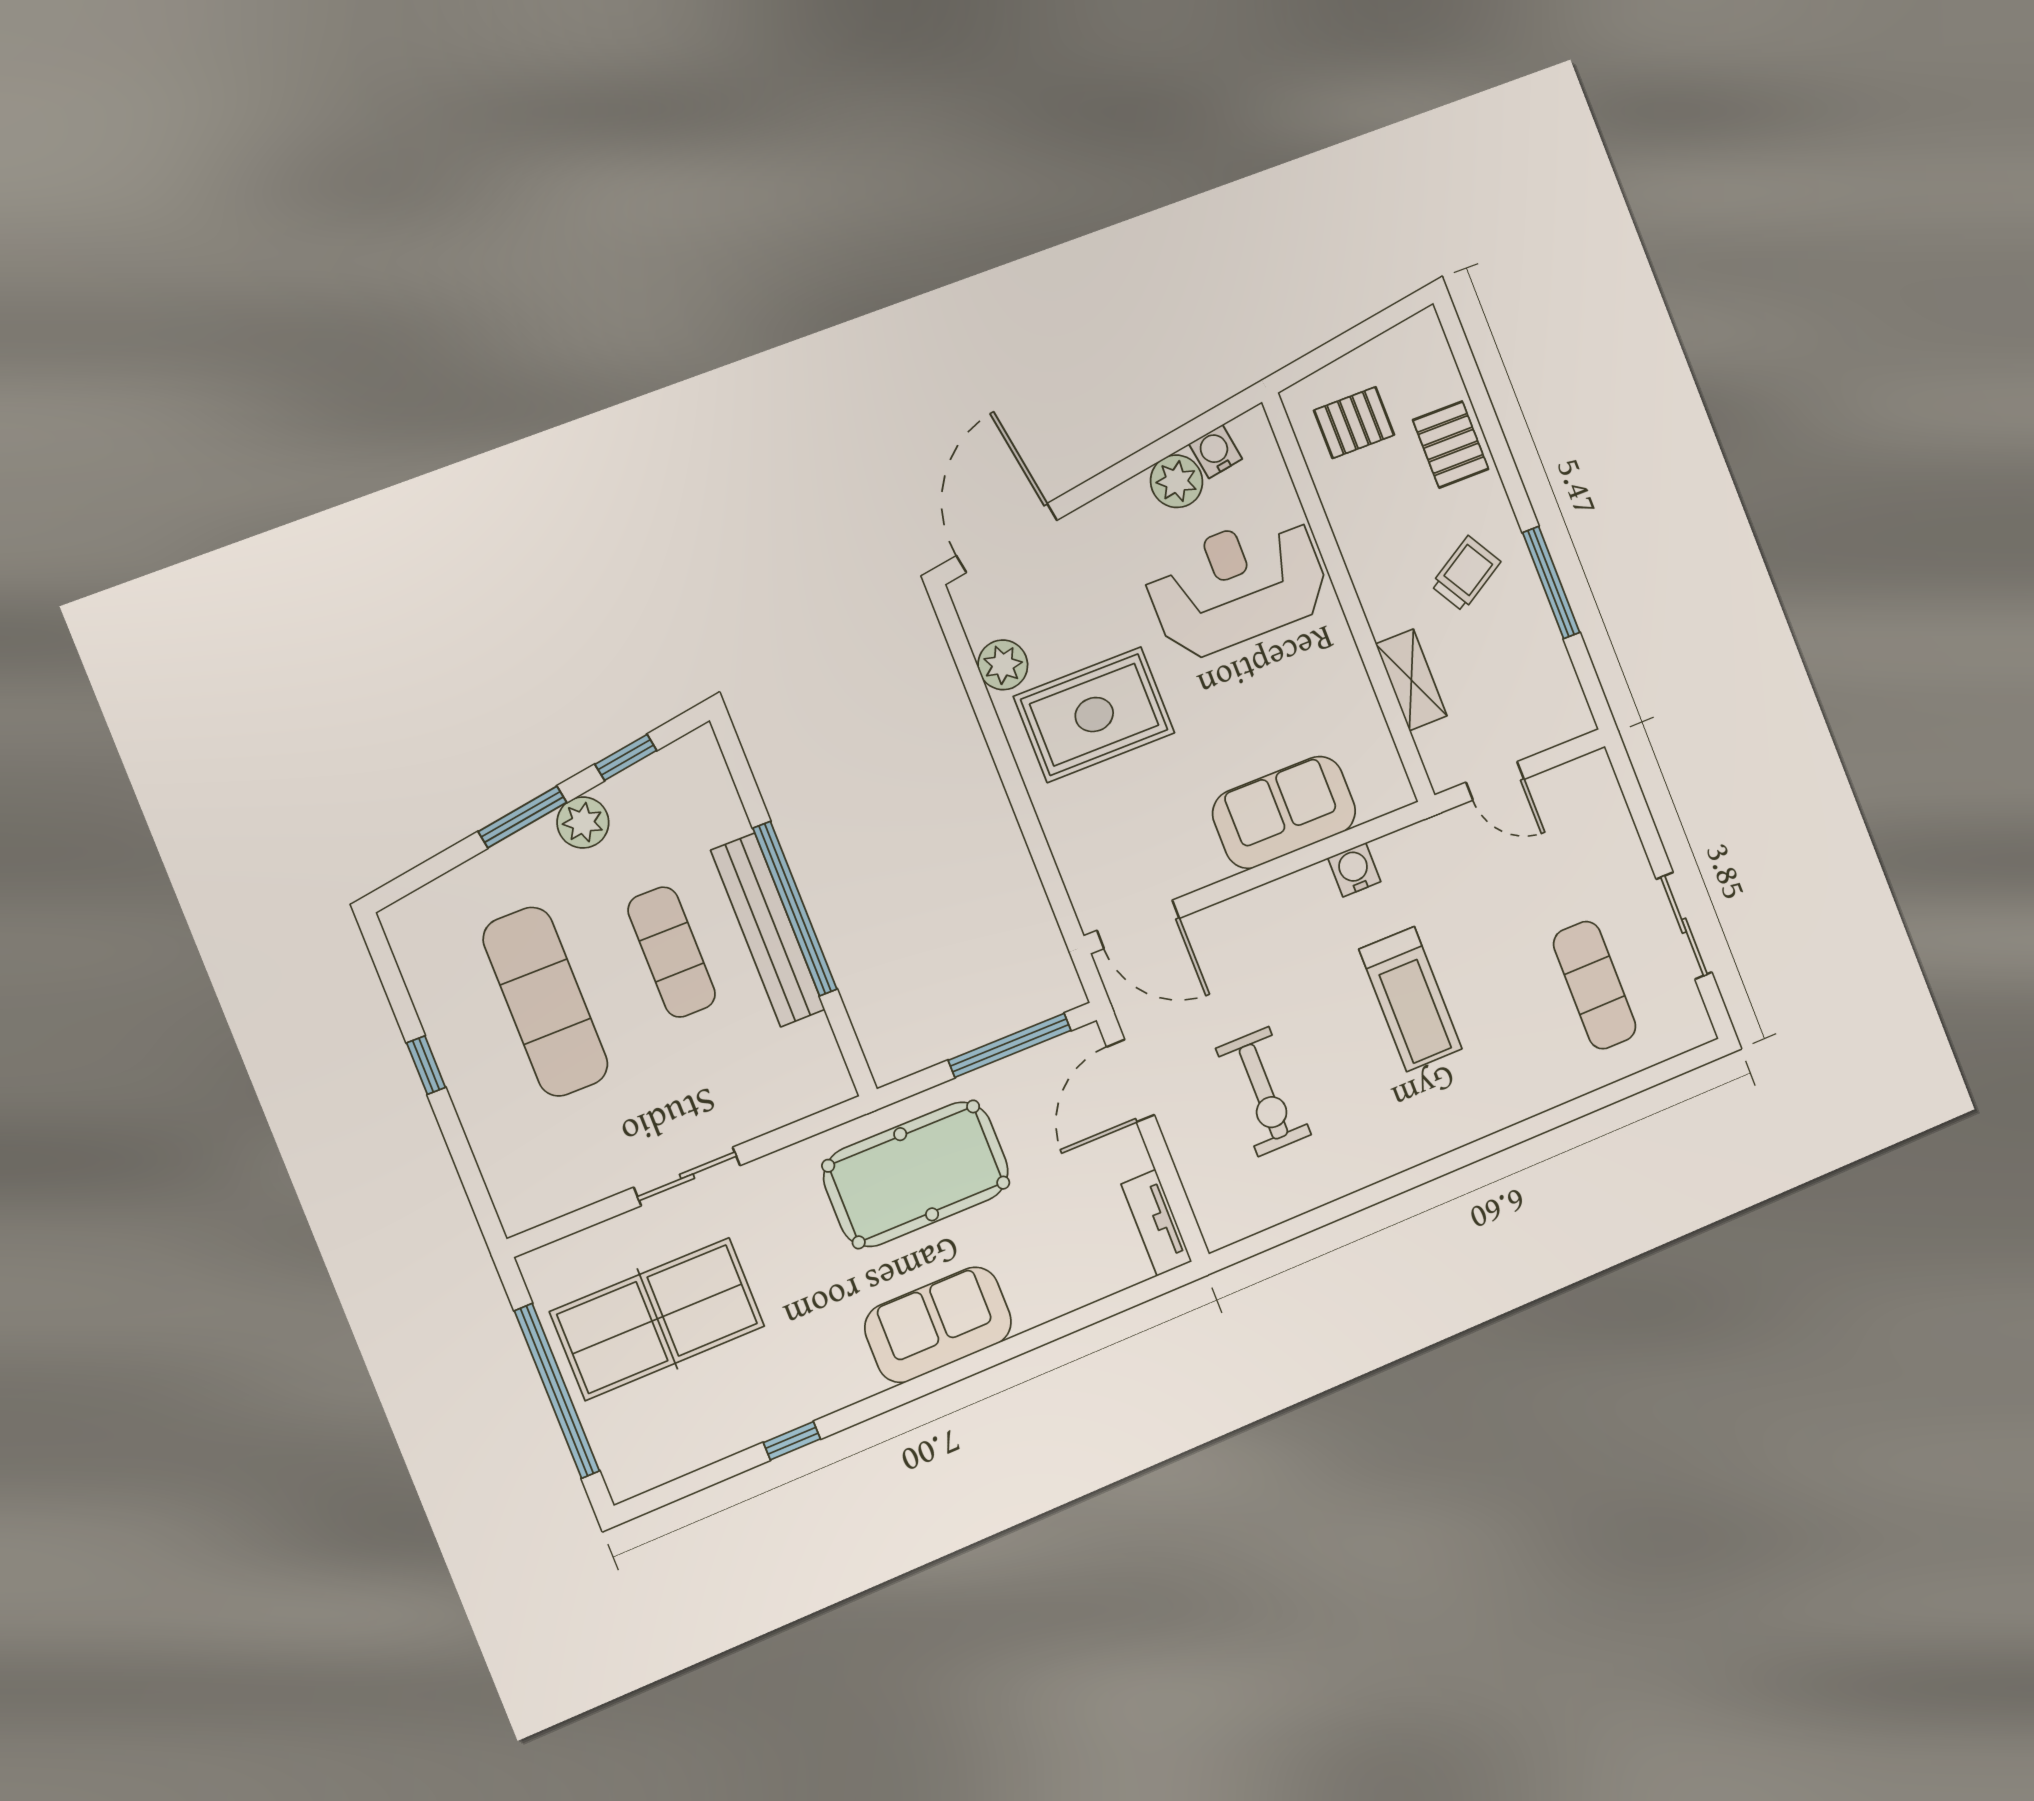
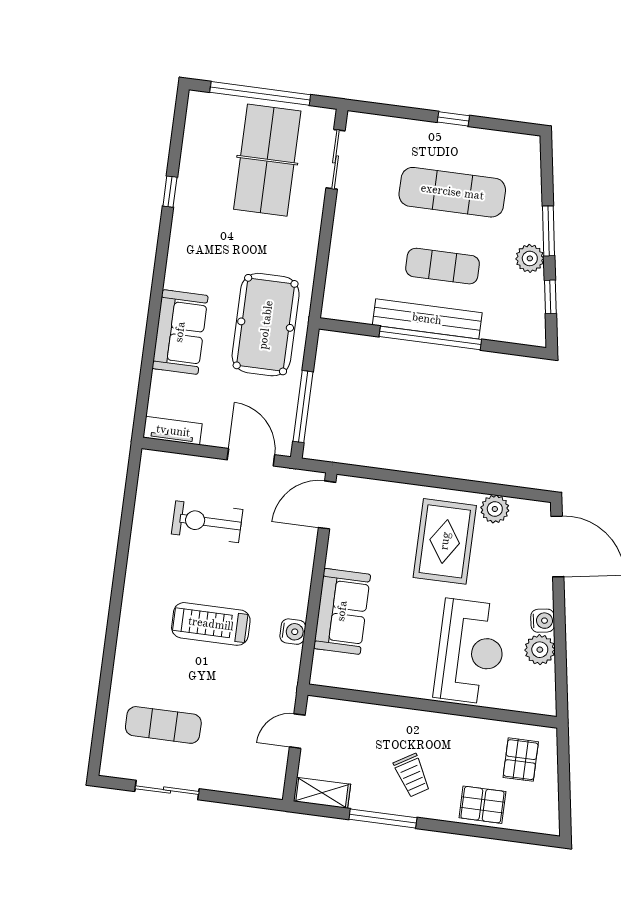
water cooler: (1216, 451) -> (543, 621), moved
shelving: (1411, 680) -> (322, 793), moved
sliding door: (687, 1176) -> (336, 159), moved
sofa: (938, 1325) -> (180, 332), moved

